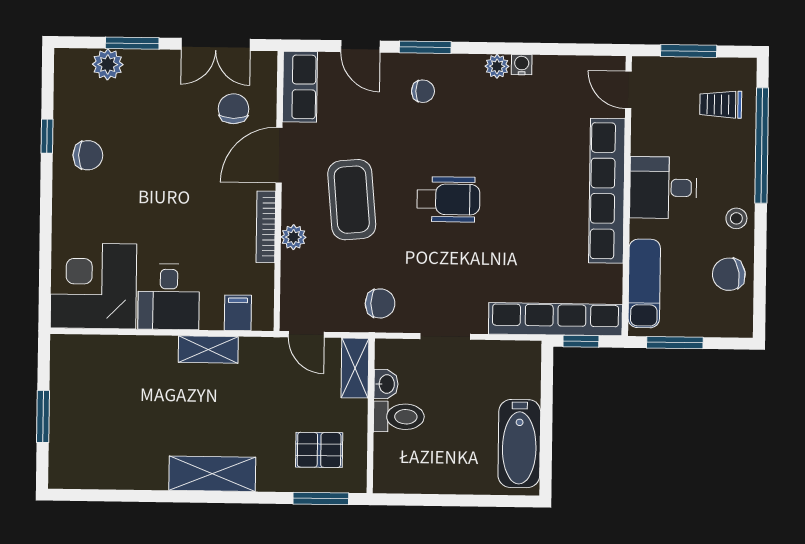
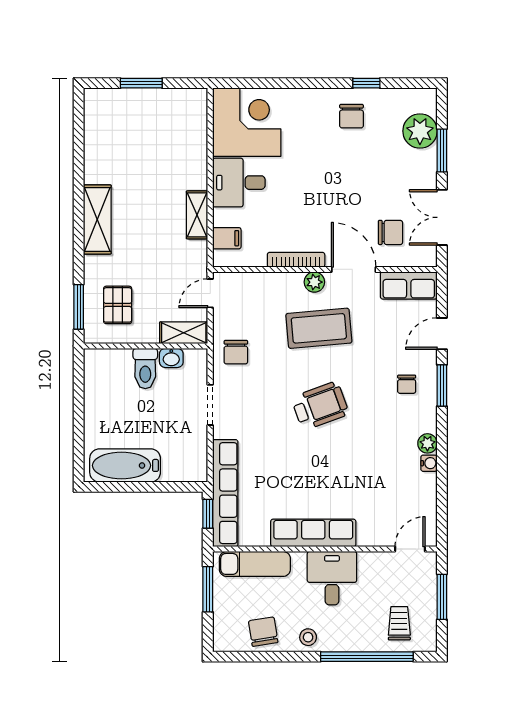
plant: (108, 64) -> (420, 131), width x1.36, depth x1.36
row of seats: (607, 191) -> (313, 533), width x0.73
wheelchair: (448, 199) -> (320, 406), turned -110
plant: (294, 237) -> (314, 282), moved

